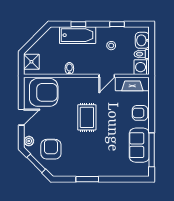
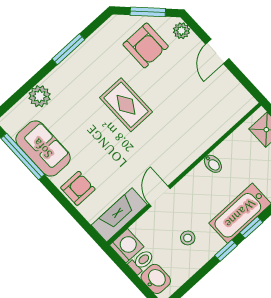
window: (117, 24) -> (226, 251), moved
armchair: (44, 92) -> (218, 106), removed
rug: (87, 117) -> (126, 105), moved
plant: (119, 170) -> (40, 96), added

